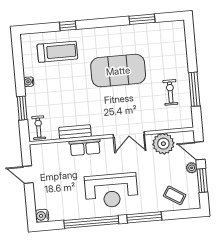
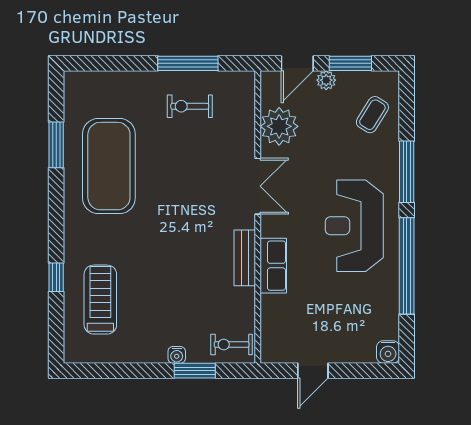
exercise mat: (118, 71) -> (109, 166), moved
water cooler: (29, 82) -> (177, 355), moved
bench: (75, 132) -> (245, 258), moved
reception desk: (111, 191) -> (354, 226), turned 180

